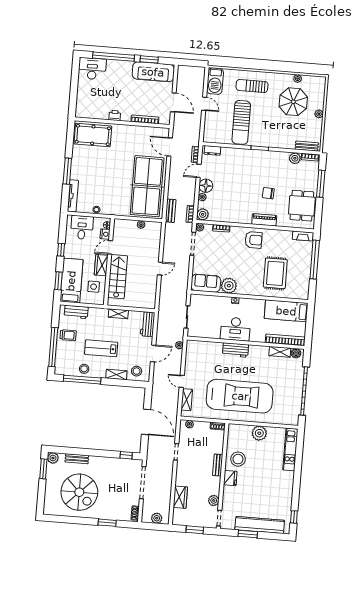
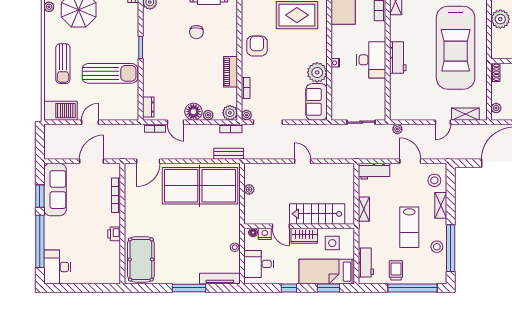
piano: (264, 220) -> (231, 72), moved
car: (240, 396) -> (456, 48), turned 180

